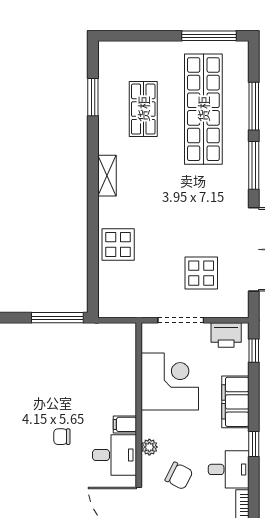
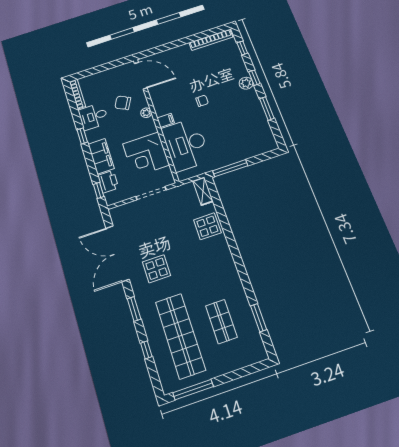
window: (254, 106) -> (146, 350), width x0.46
window: (254, 165) -> (134, 309), width x0.69
shelving: (107, 176) -> (203, 191), moved
display table: (201, 273) -> (157, 269), moved
printer: (226, 335) -> (108, 182), moved, turned 90
desk: (115, 455) -> (186, 144), moved, width x1.87, depth x1.30

